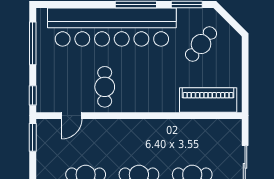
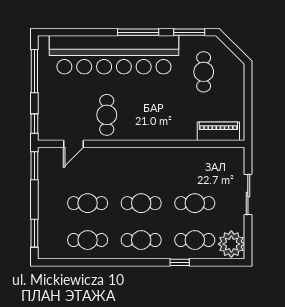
cafe table: (201, 44) -> (204, 72), turned -39
piano: (208, 100) -> (218, 131), width x0.73, depth x0.75

